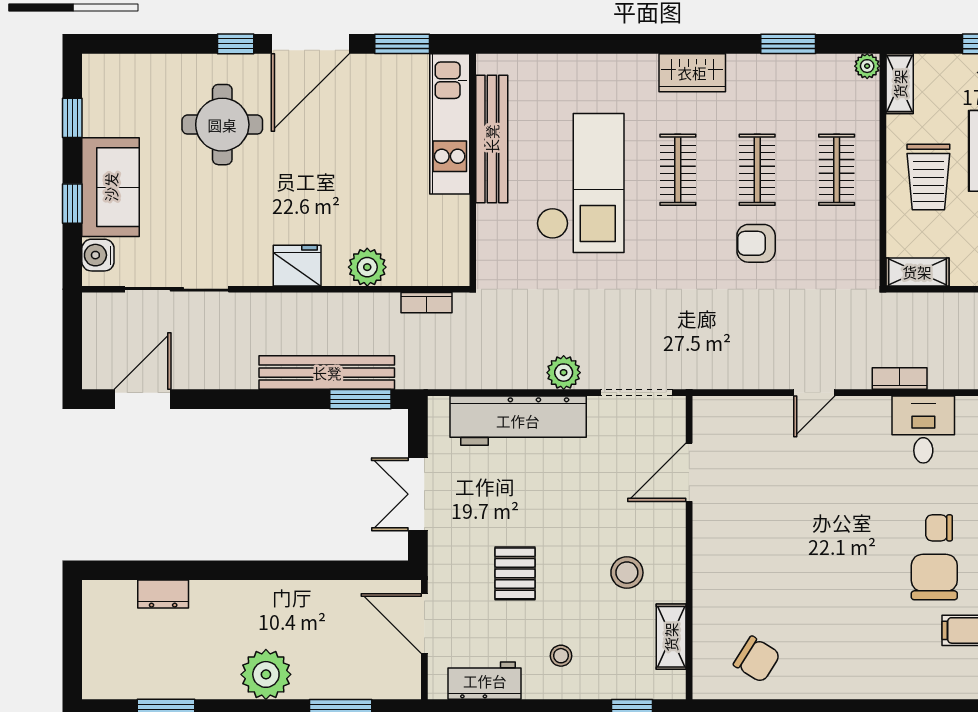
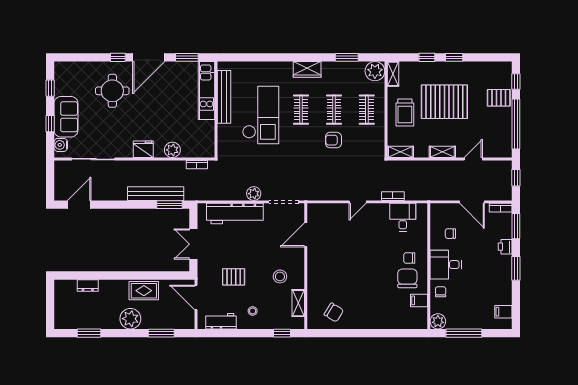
plant: (867, 66) -> (375, 71), width x1.88, depth x1.88
pallet: (515, 573) -> (234, 277), turned 90
rug: (298, 607) -> (144, 291), added

